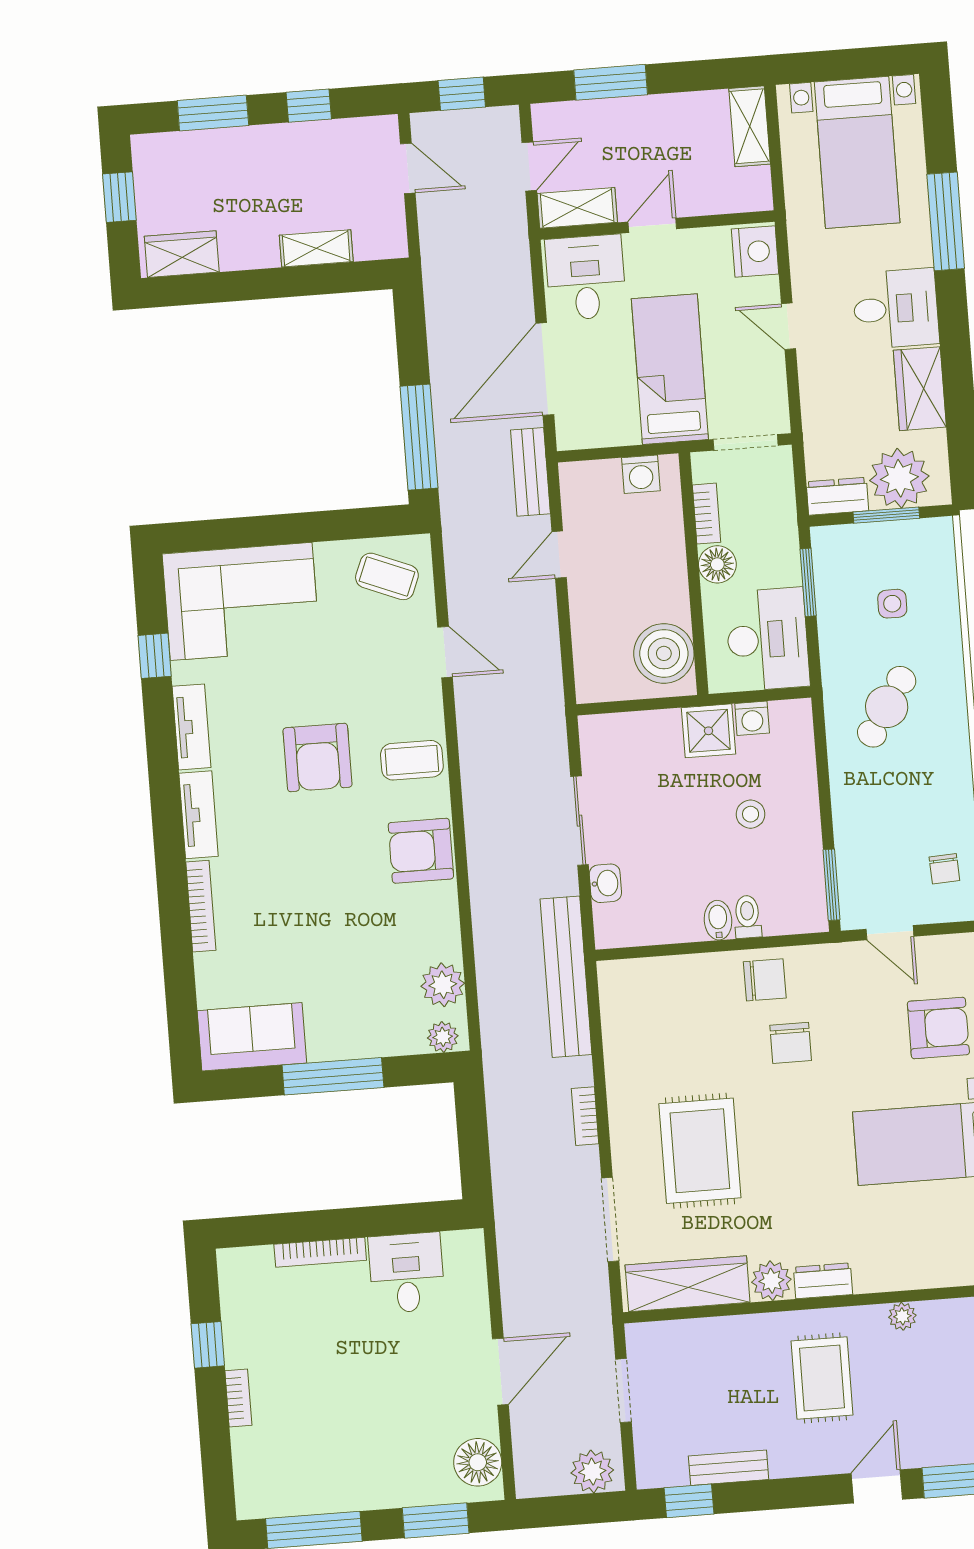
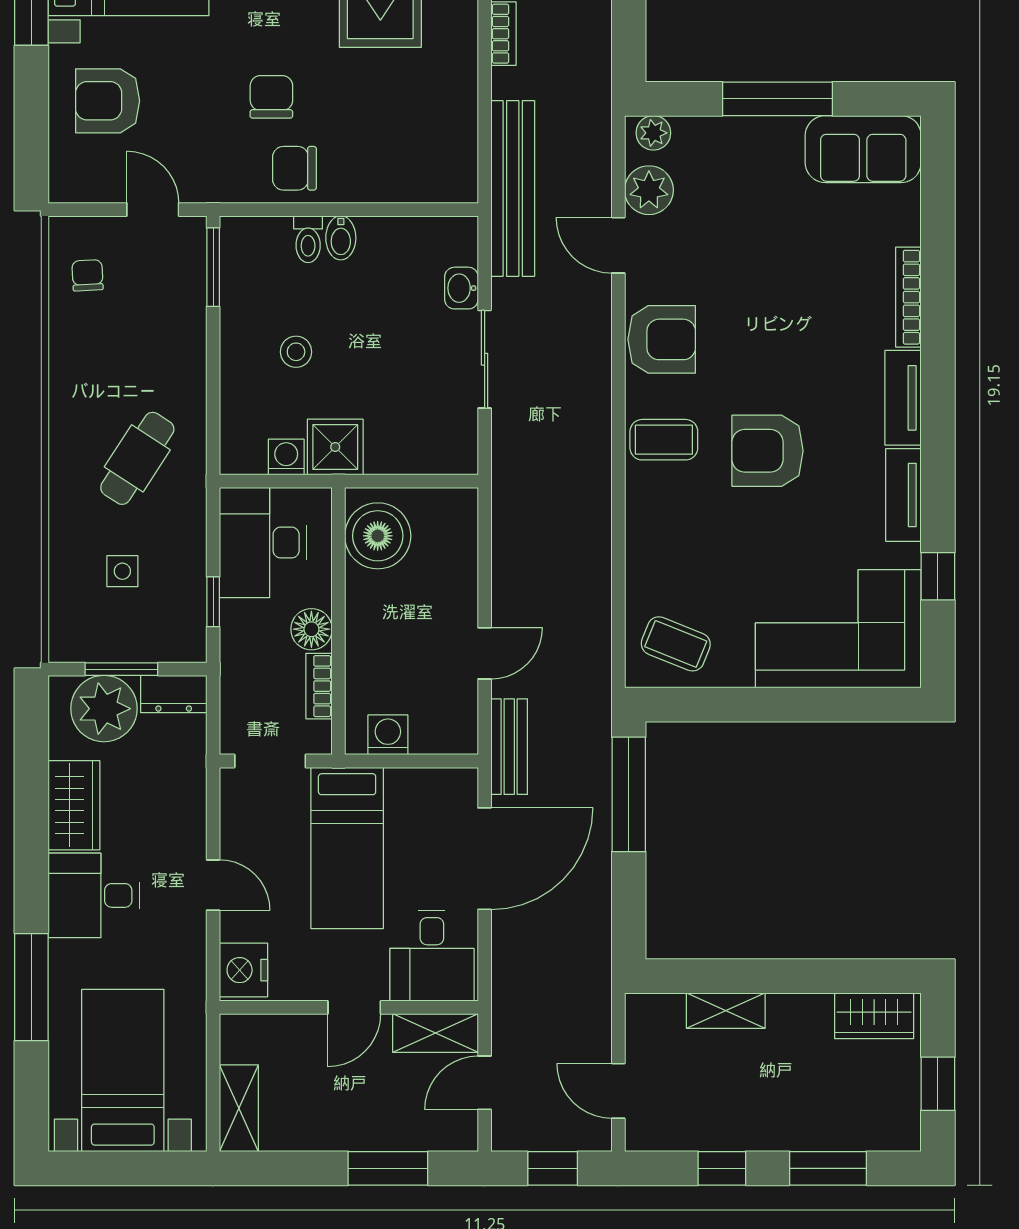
window: (808, 582) -> (213, 602), width x0.67
door: (445, 652) -> (618, 245), moved
armchair: (317, 757) -> (767, 451), turned -90

